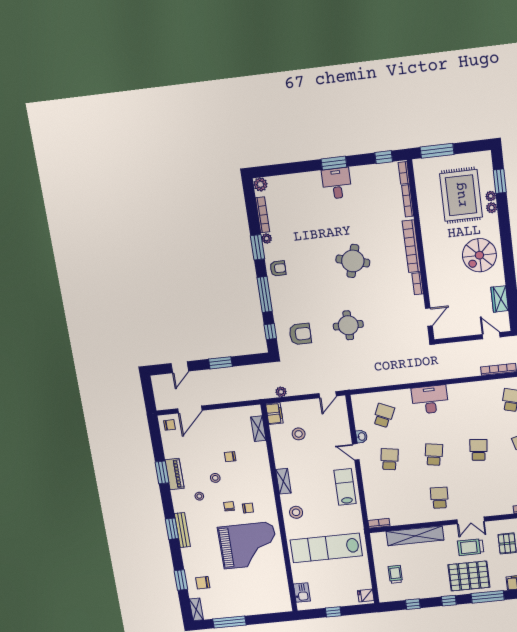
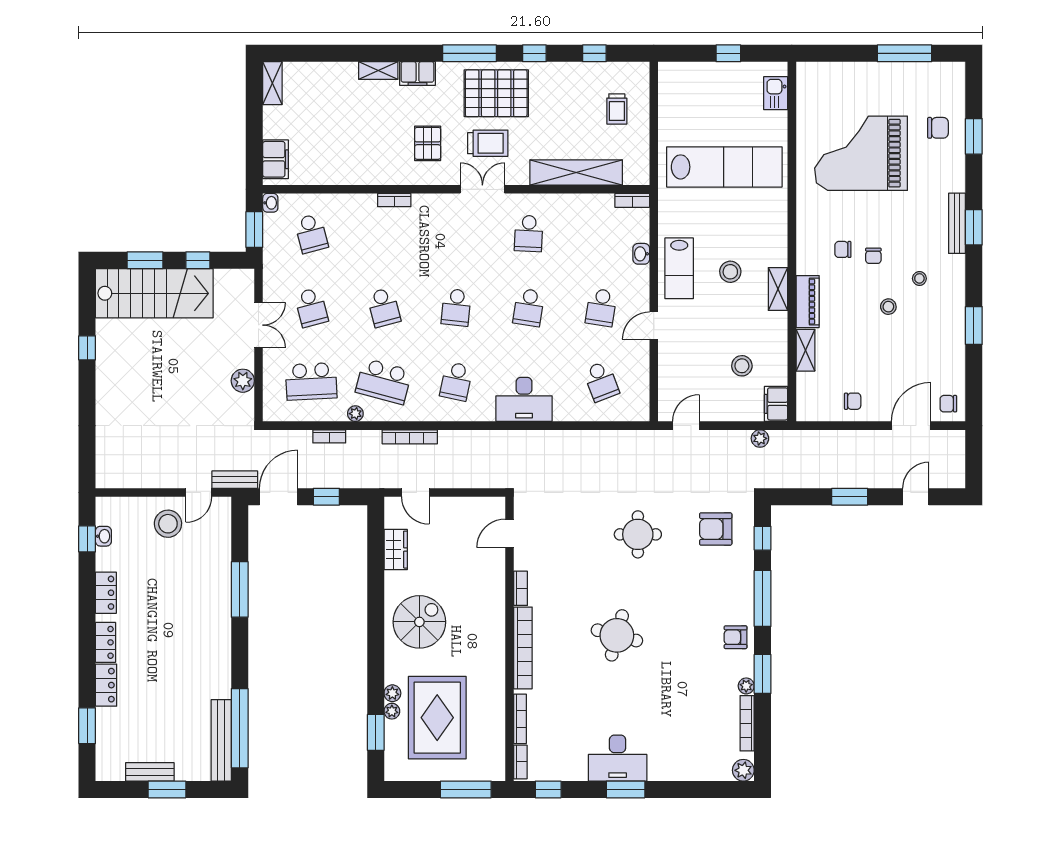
desk: (337, 183) -> (618, 758), width x1.37
school desk: (473, 406) -> (456, 381), added
school desk: (384, 415) -> (601, 381), turned -45
shelving: (258, 429) -> (805, 350), moved
washbasin: (361, 437) -> (641, 254), moved
door: (356, 452) -> (654, 326), swing flipped
chair: (230, 457) -> (853, 401), moved
piano: (175, 474) -> (808, 302), moved, turned 180
stool: (296, 512) -> (730, 272), moved
grand piano: (248, 545) -> (861, 153), moved
fridge: (366, 596) -> (670, 77), removed
shelving: (196, 609) -> (956, 82), removed

